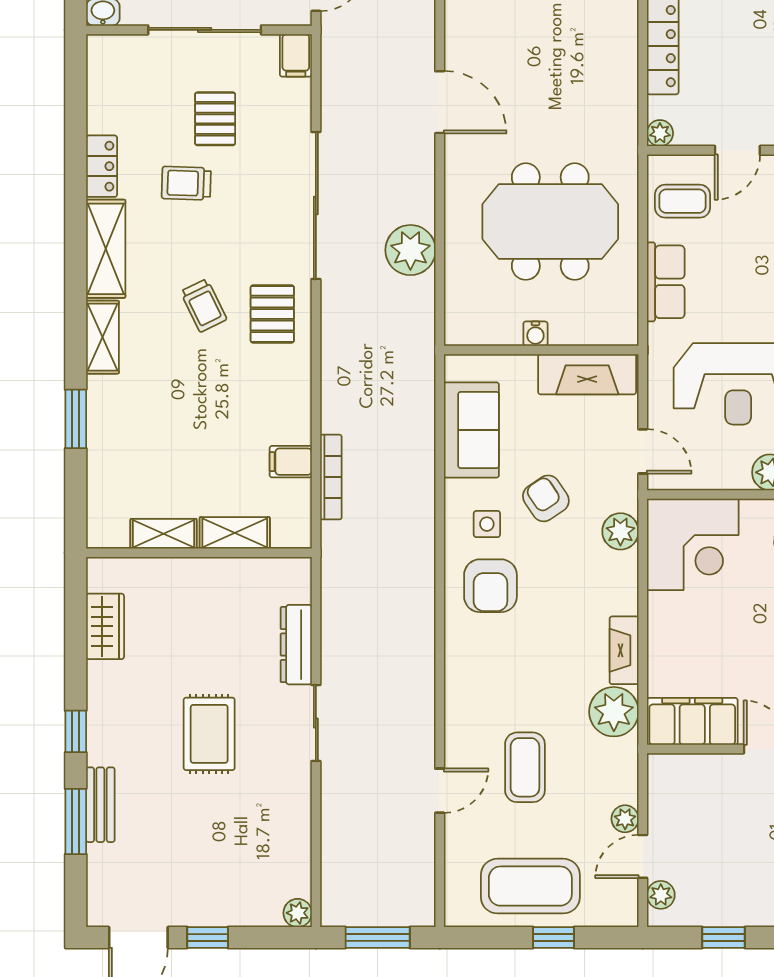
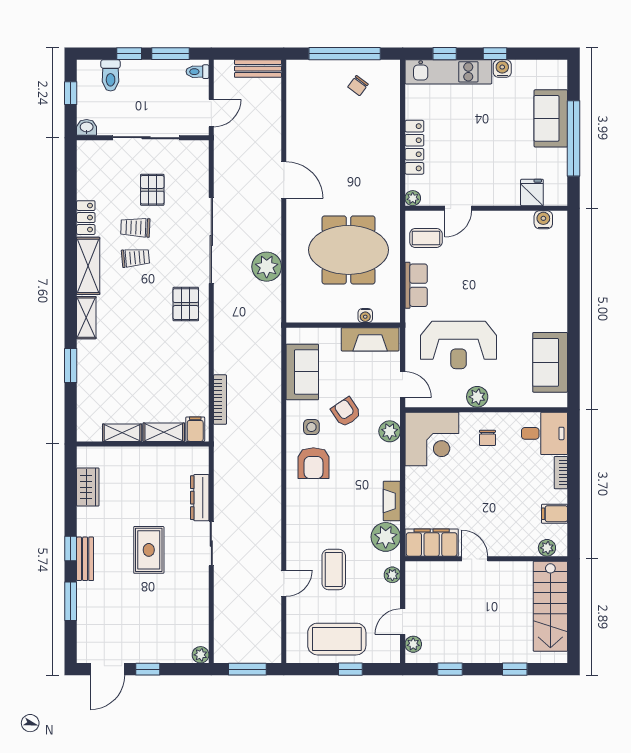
filing cabinet: (296, 55) -> (200, 153), removed
trolley: (204, 305) -> (135, 258), moved, turned -69
water cooler: (535, 334) -> (365, 316), moved
filing cabinet: (291, 462) -> (195, 429), moved, turned 90
bench: (100, 805) -> (85, 559), moved
plant: (625, 819) -> (392, 575), moved

